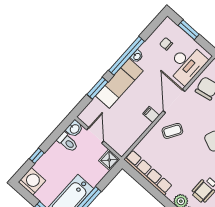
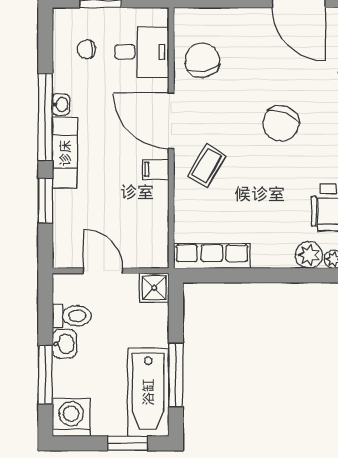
desk: (187, 64) -> (142, 52), width x0.73
exam couch: (119, 83) -> (65, 153), width x0.73, depth x0.69
washbasin: (74, 129) -> (64, 344), moved
window: (37, 156) -> (45, 375), width x2.17
row of seats: (148, 173) -> (212, 256), width x0.73

